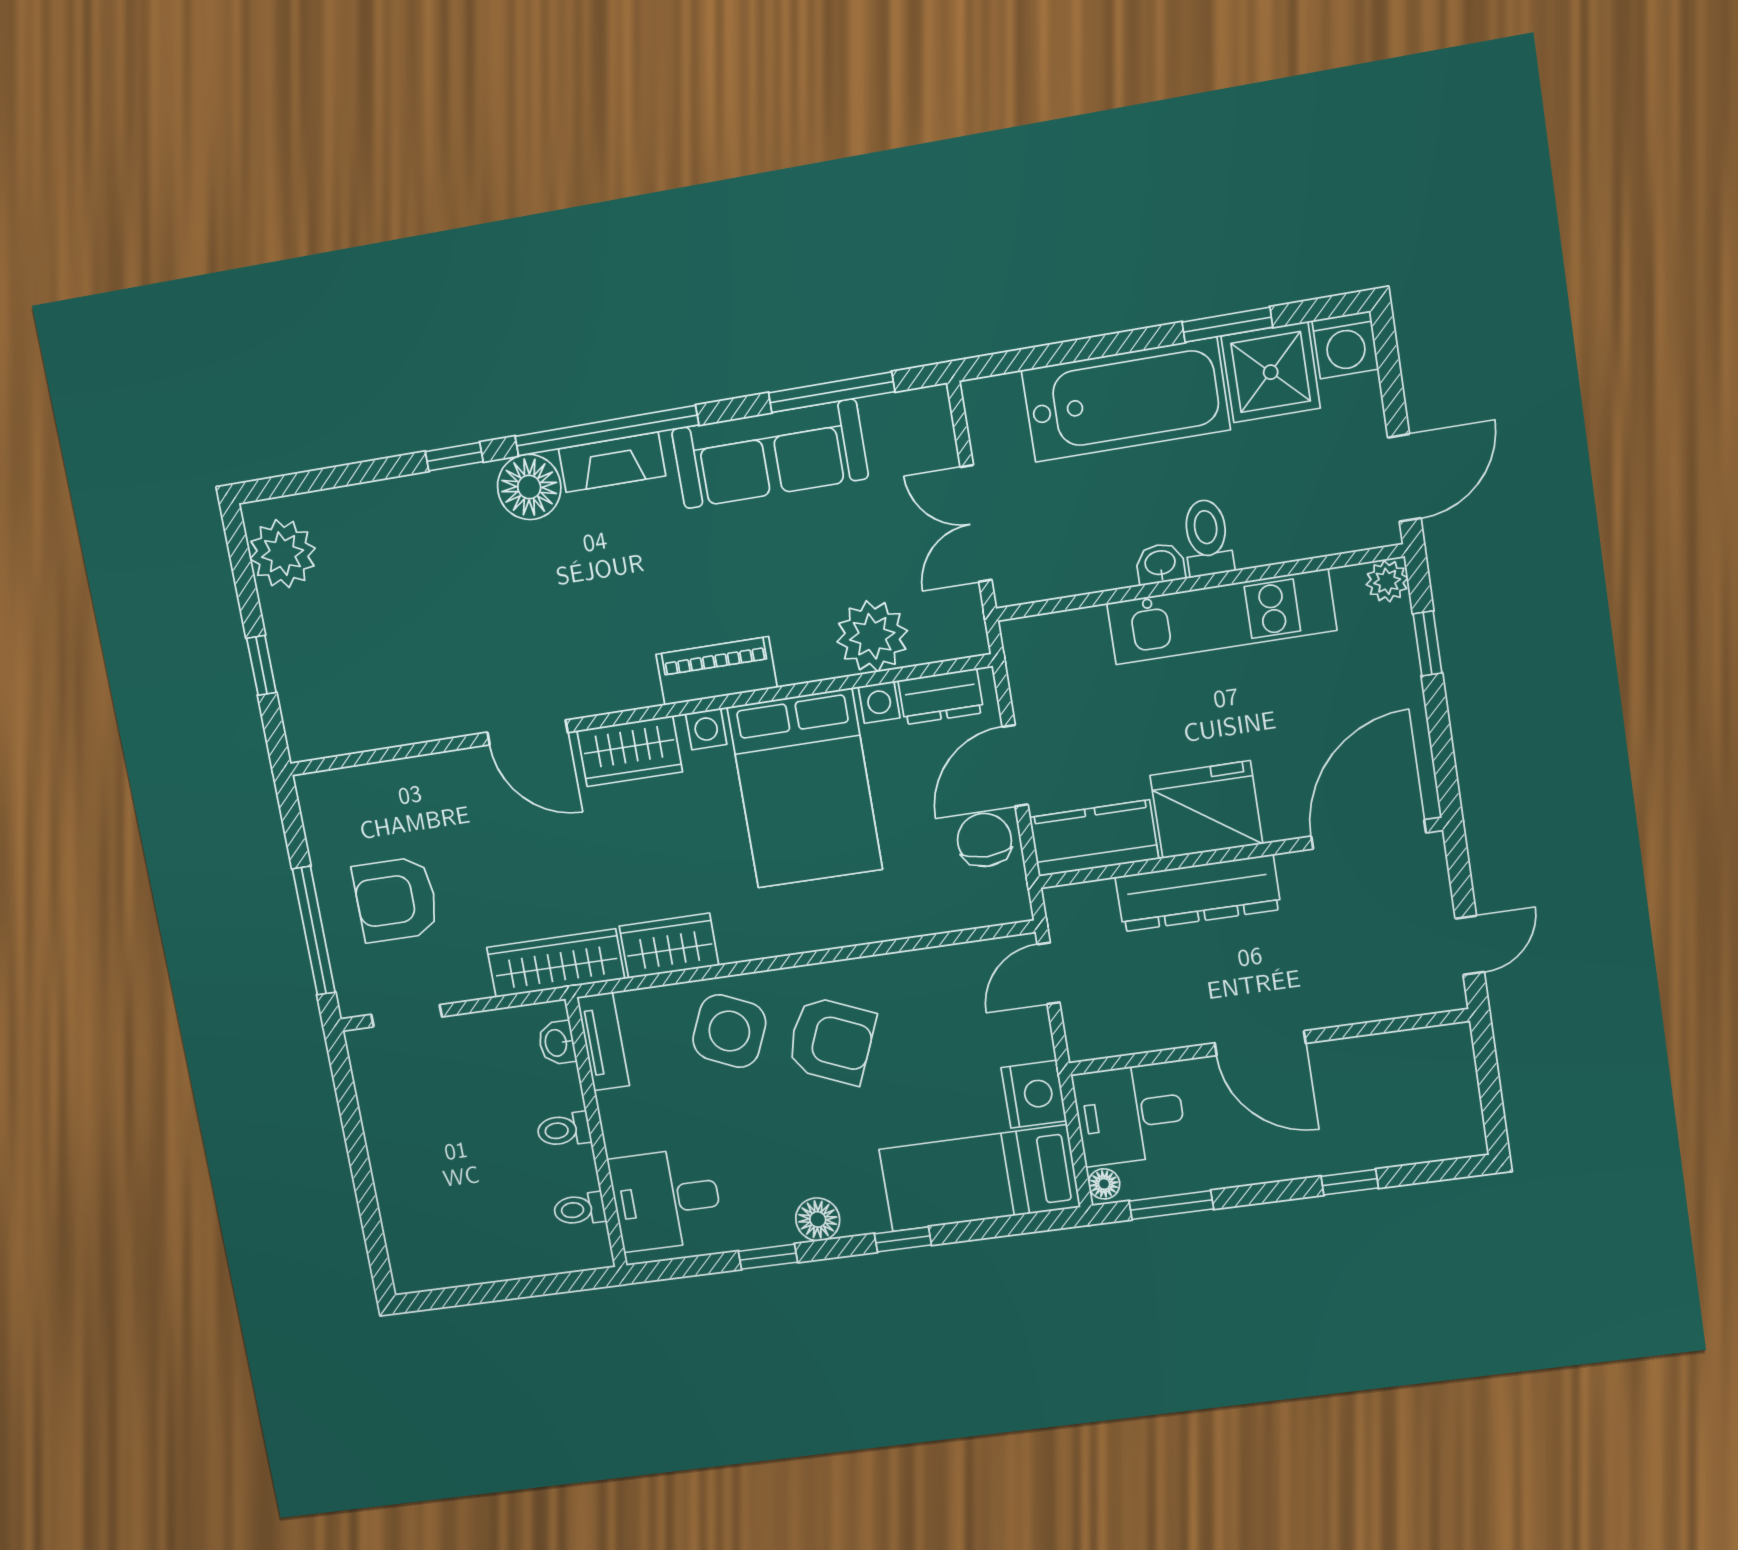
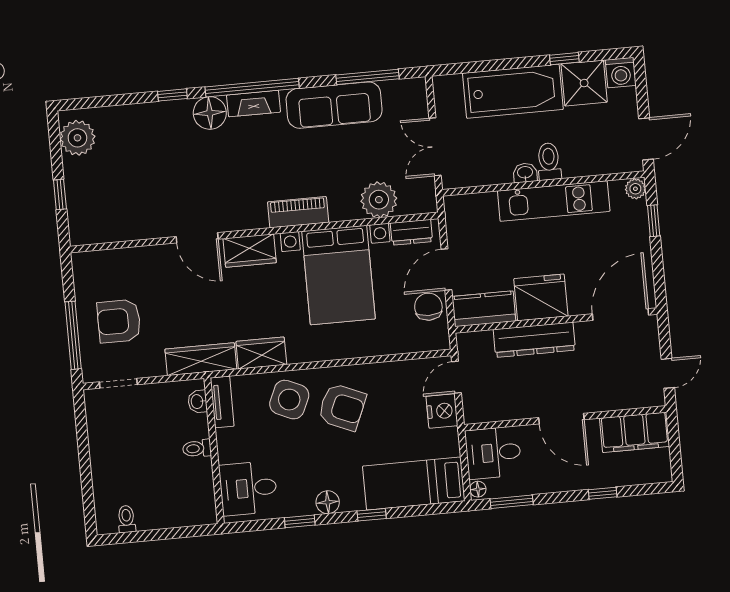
window: (1227, 325) -> (564, 59), width x0.67
filing cabinet: (1408, 1063) -> (635, 432), added
nightstand: (1034, 1094) -> (442, 411), moved
toilet: (579, 1209) -> (126, 519), moved, turned 90

